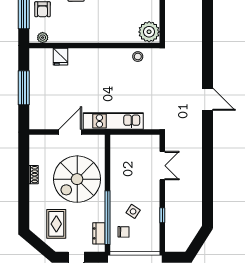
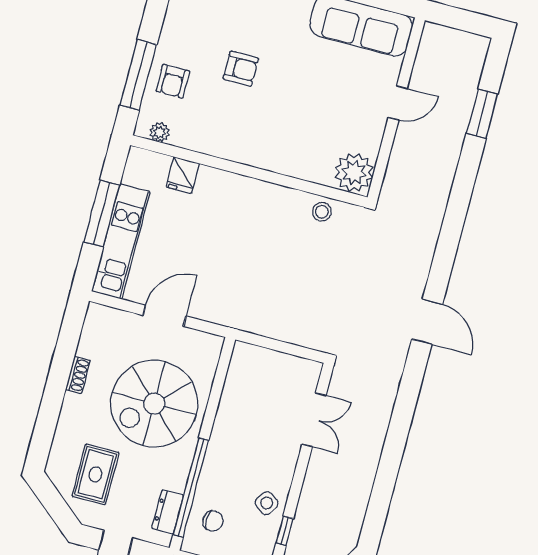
kitchen unit: (113, 121) -> (121, 241), moved, turned 90
side table: (133, 211) -> (267, 503), moved
window: (162, 215) -> (285, 531), moved

